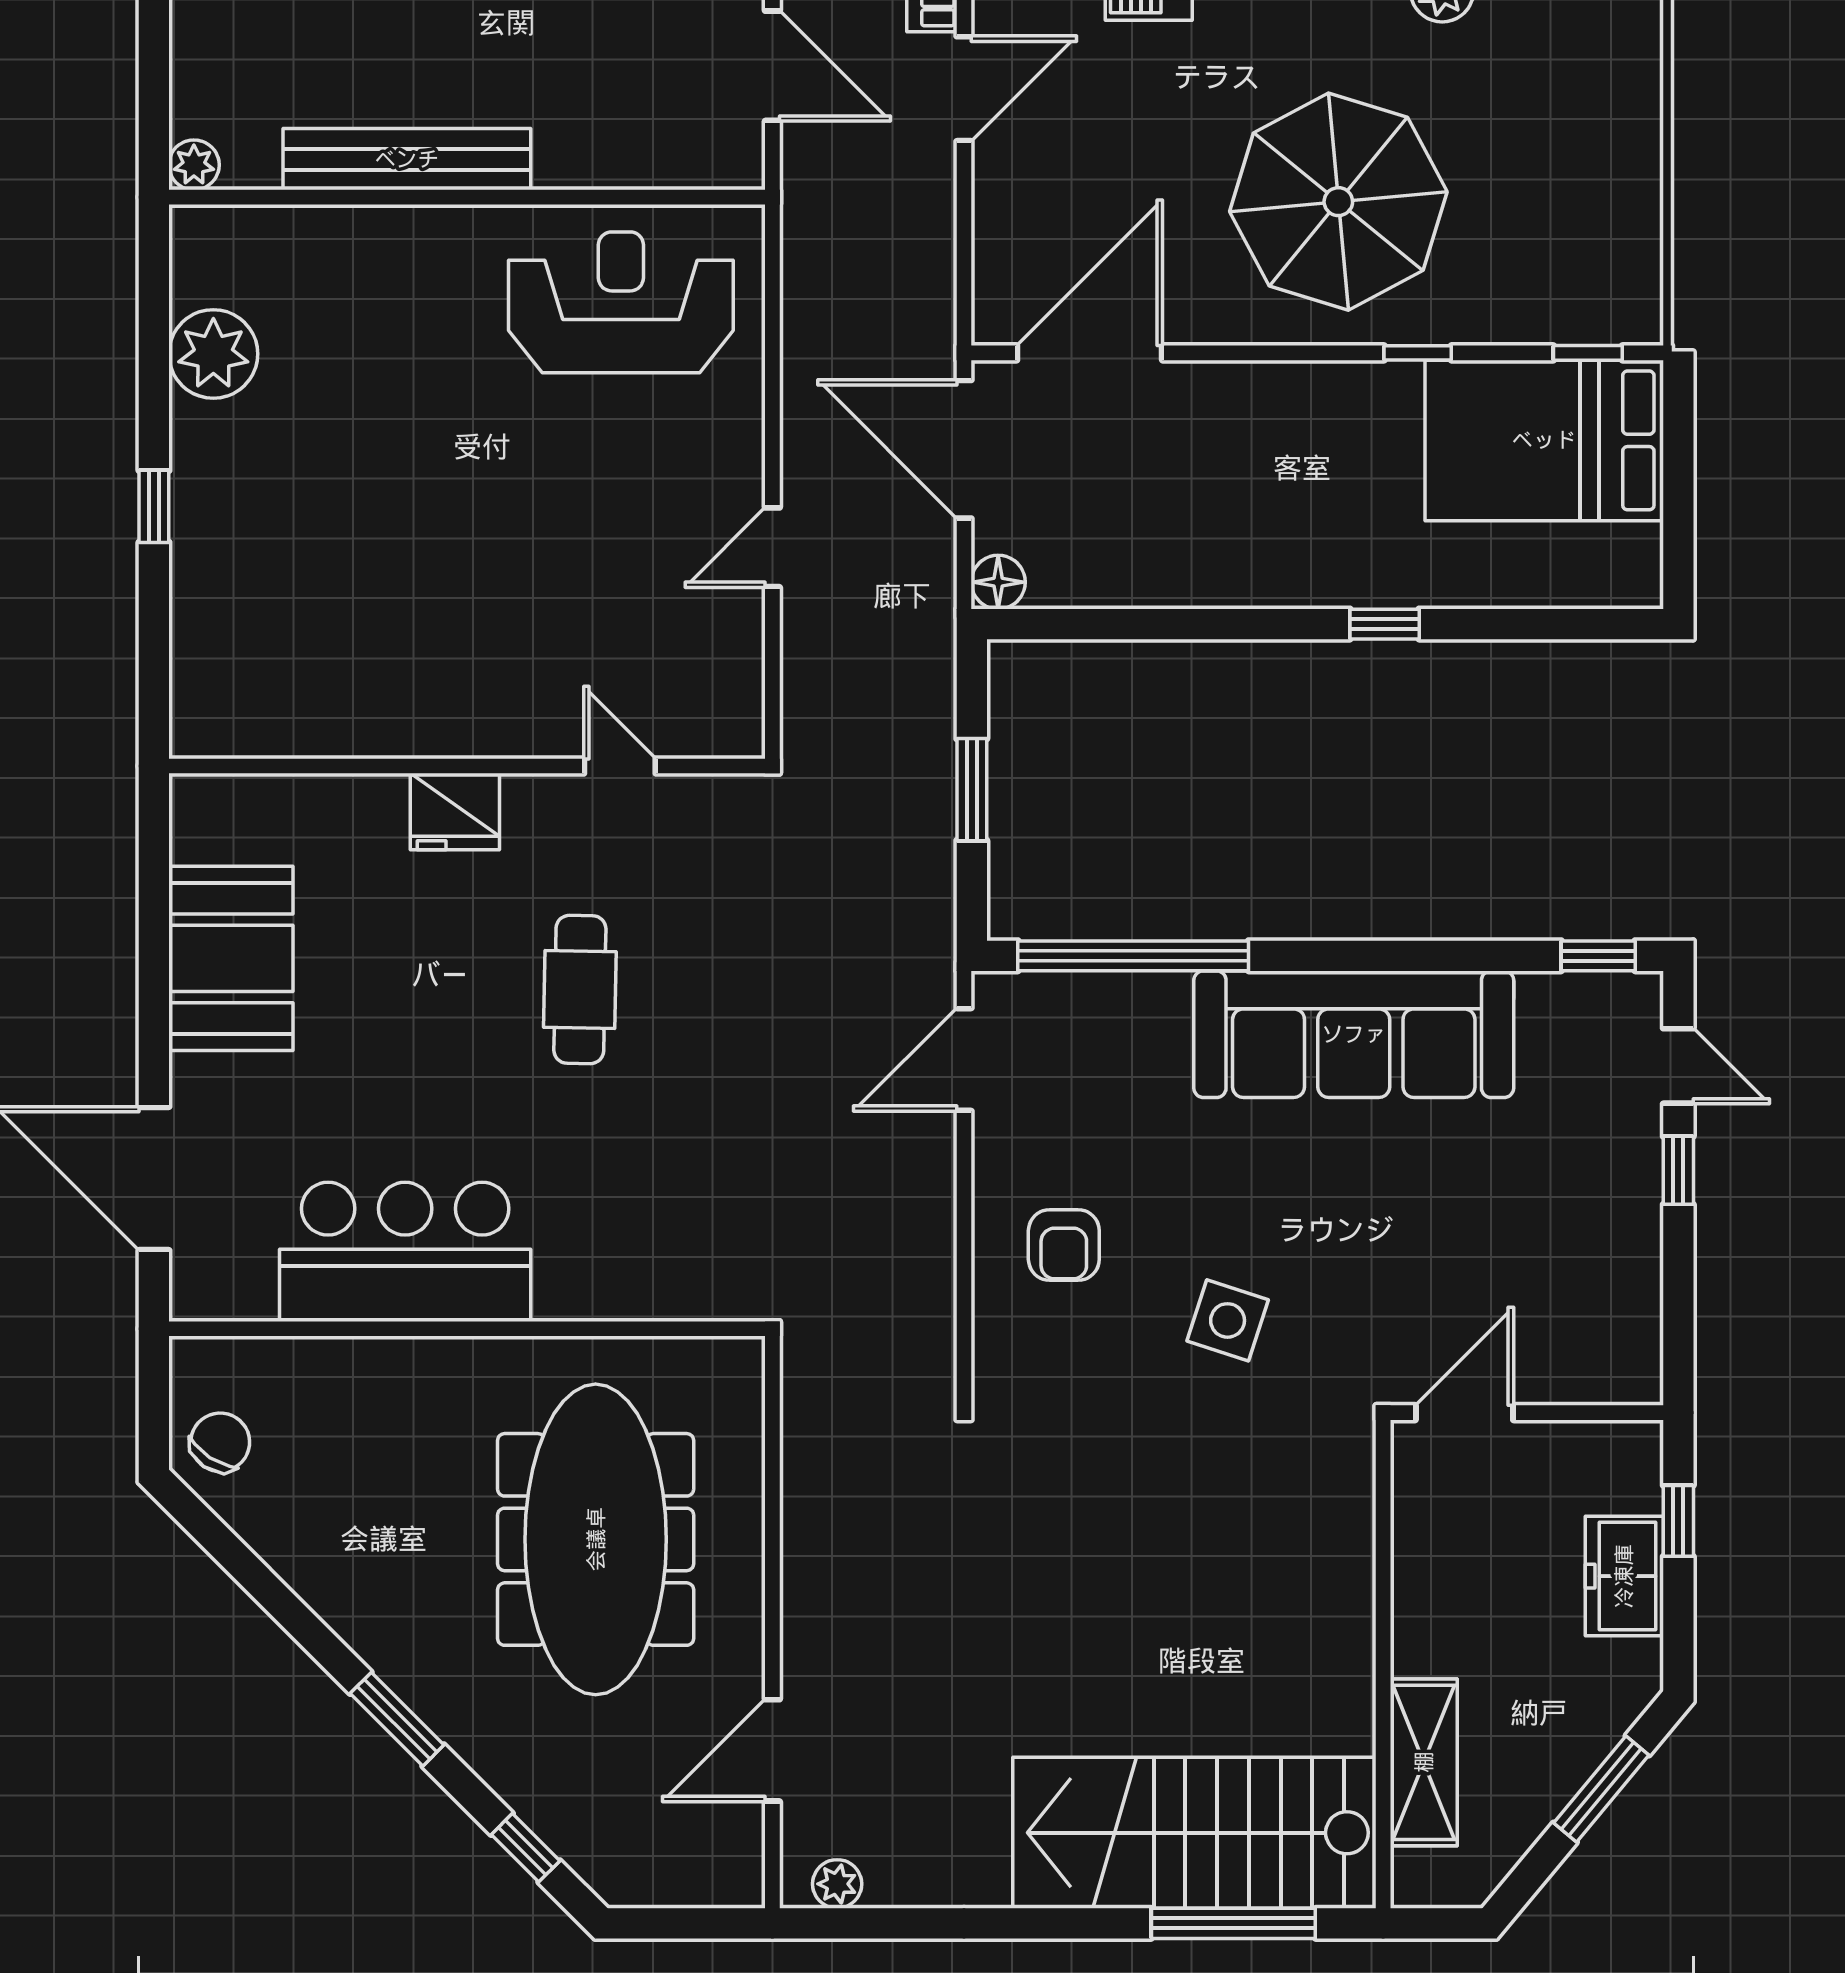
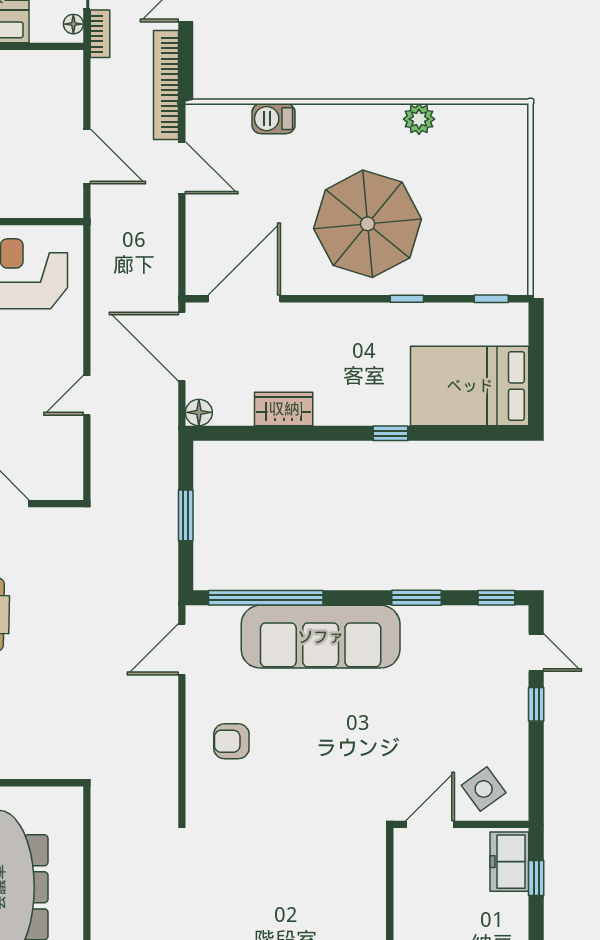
door: (964, 89) -> (182, 168), hinge flipped
bed: (1544, 440) -> (470, 386), moved
wardrobe: (1169, 575) -> (284, 409), added
window: (1437, 956) -> (416, 598), added
sofa: (1354, 1034) -> (321, 637), moved
armchair: (1064, 1245) -> (231, 741), turned 90
side table: (1228, 1320) -> (484, 789), moved, turned 36
freezer: (1624, 1576) -> (509, 862), moved

